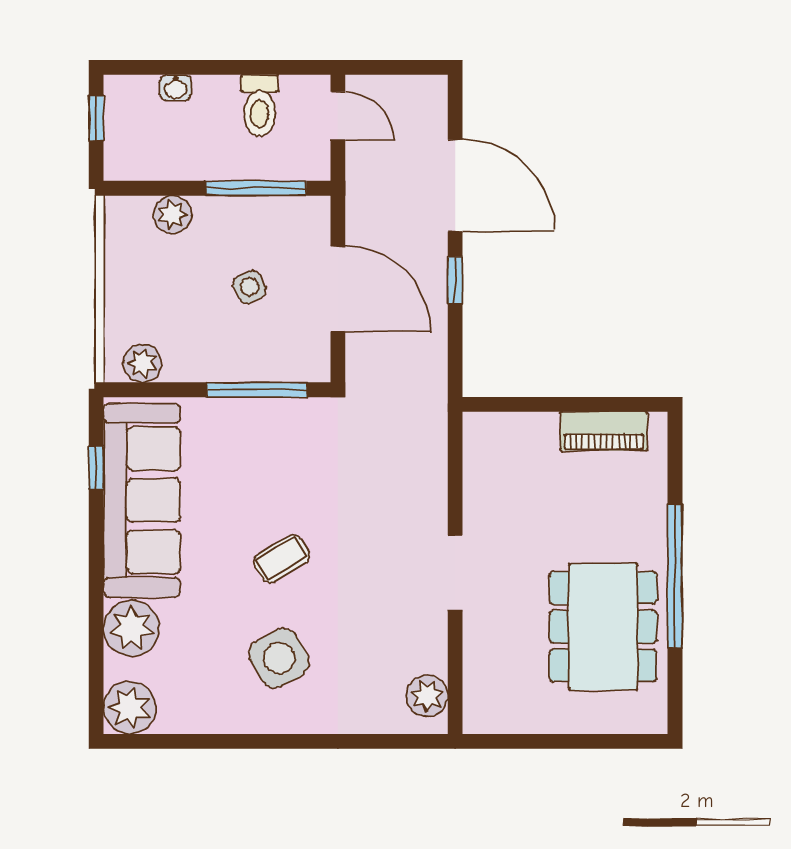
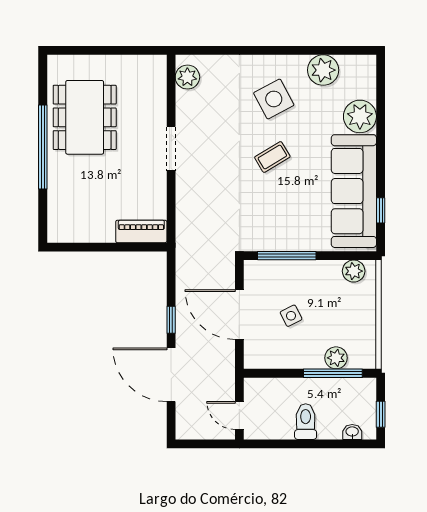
washbasin: (176, 88) -> (352, 432), moved
toilet: (260, 105) -> (306, 422), moved
window: (256, 188) -> (333, 373), moved
piano: (604, 431) -> (141, 231), moved
plant: (130, 708) -> (323, 70), moved

